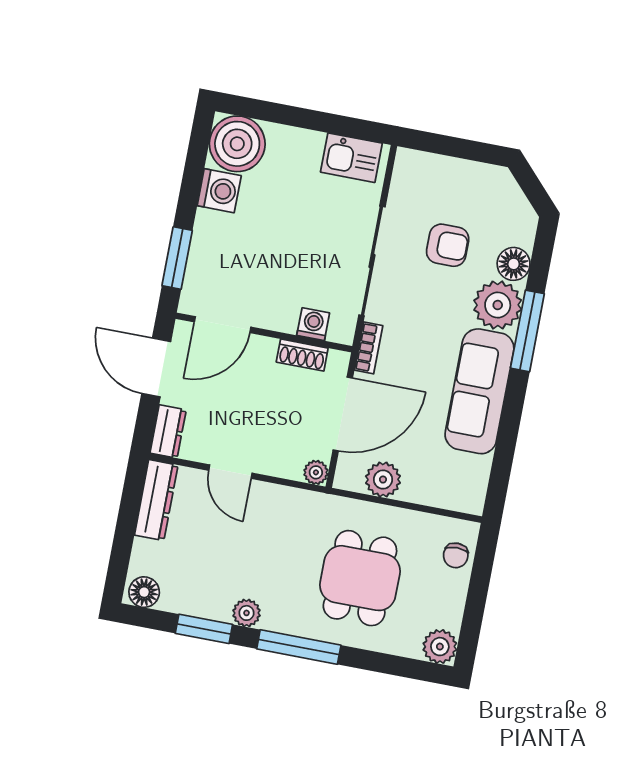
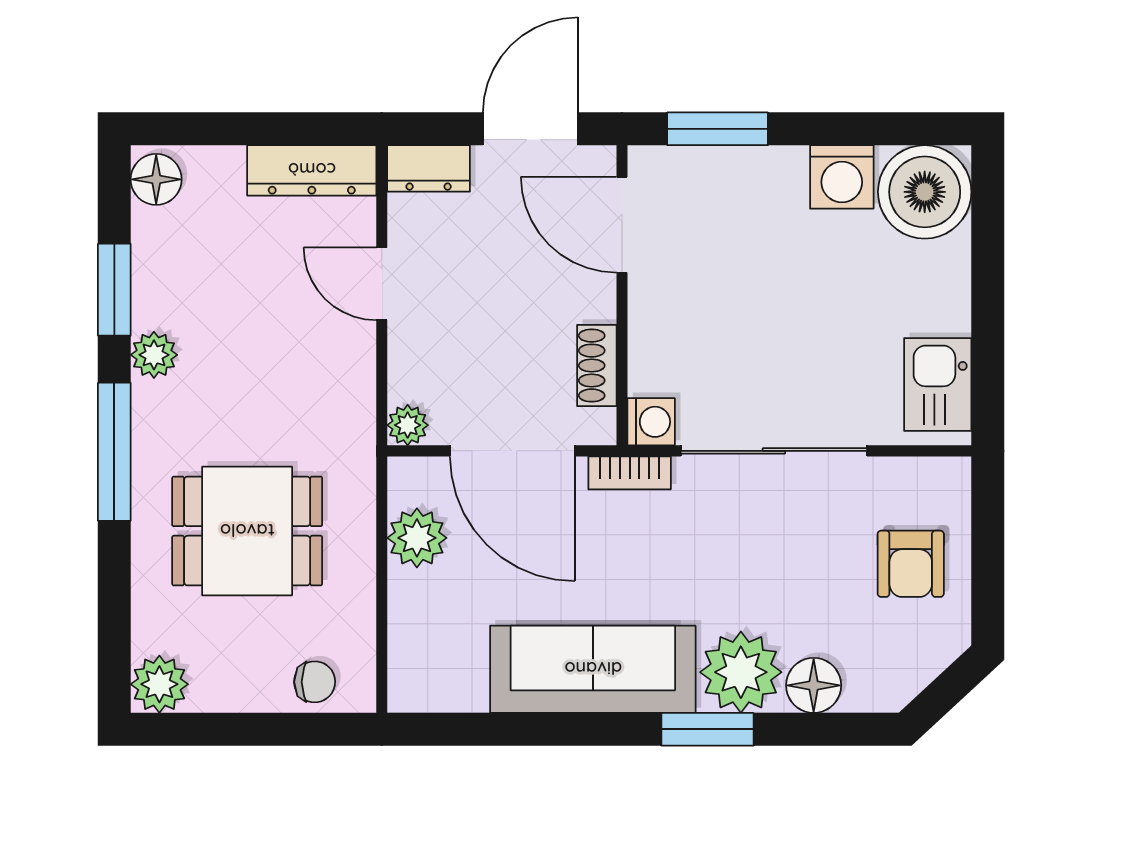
armchair: (448, 245) -> (911, 564), moved
washing machine: (313, 324) -> (651, 422), moved
window: (527, 331) -> (707, 729), width x0.69
door: (230, 472) -> (382, 284), hinge flipped
chair: (456, 555) -> (315, 682), turned 180

